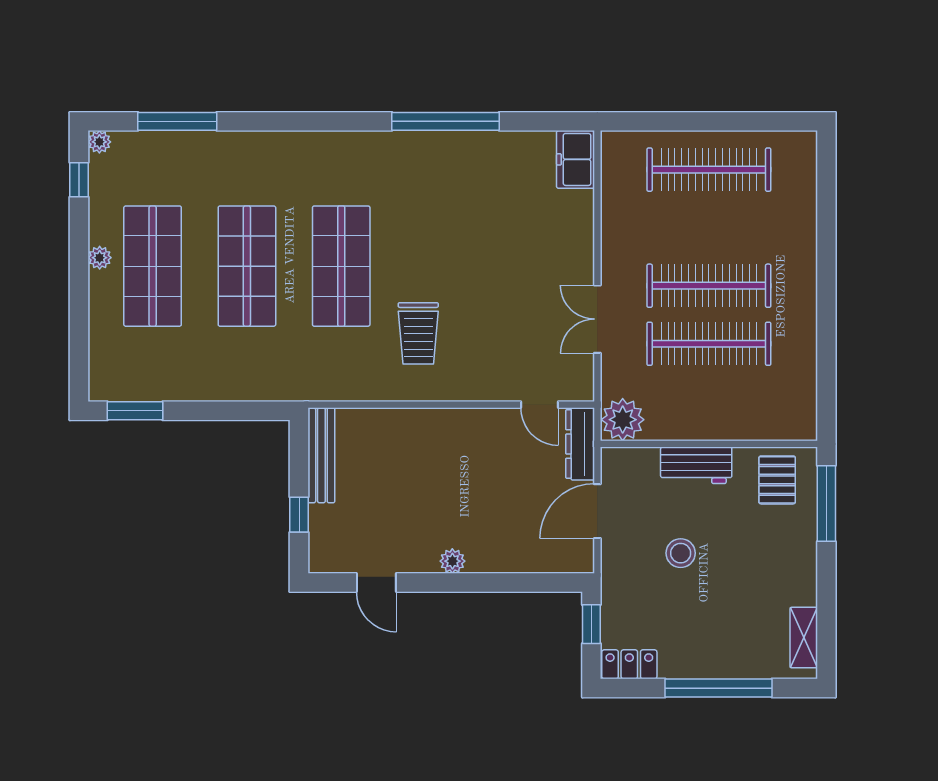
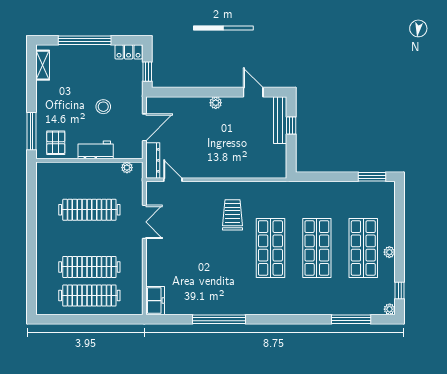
clothes rail: (709, 286) -> (89, 267), moved
plant: (623, 420) -> (127, 168), width x0.53, depth x0.53
bench: (321, 455) -> (280, 120), moved

